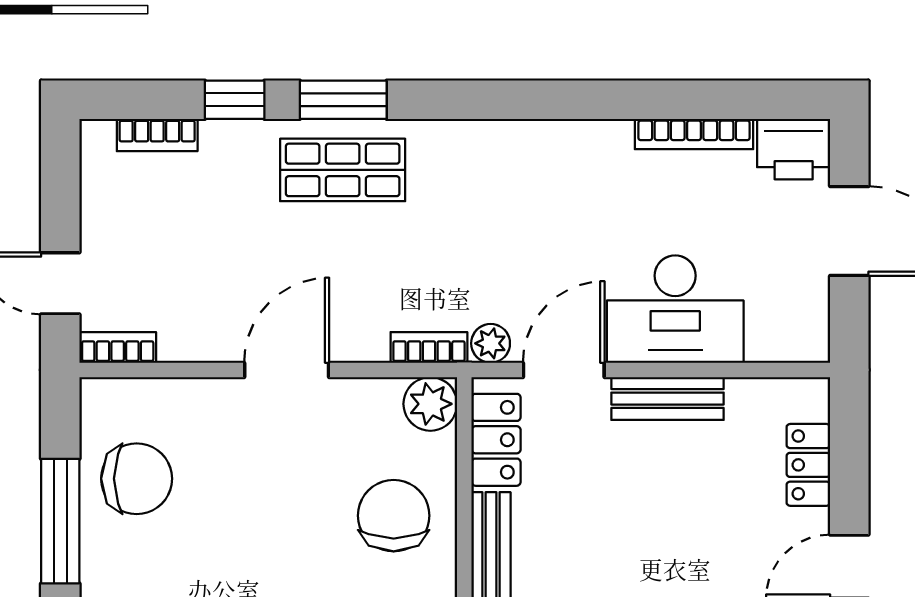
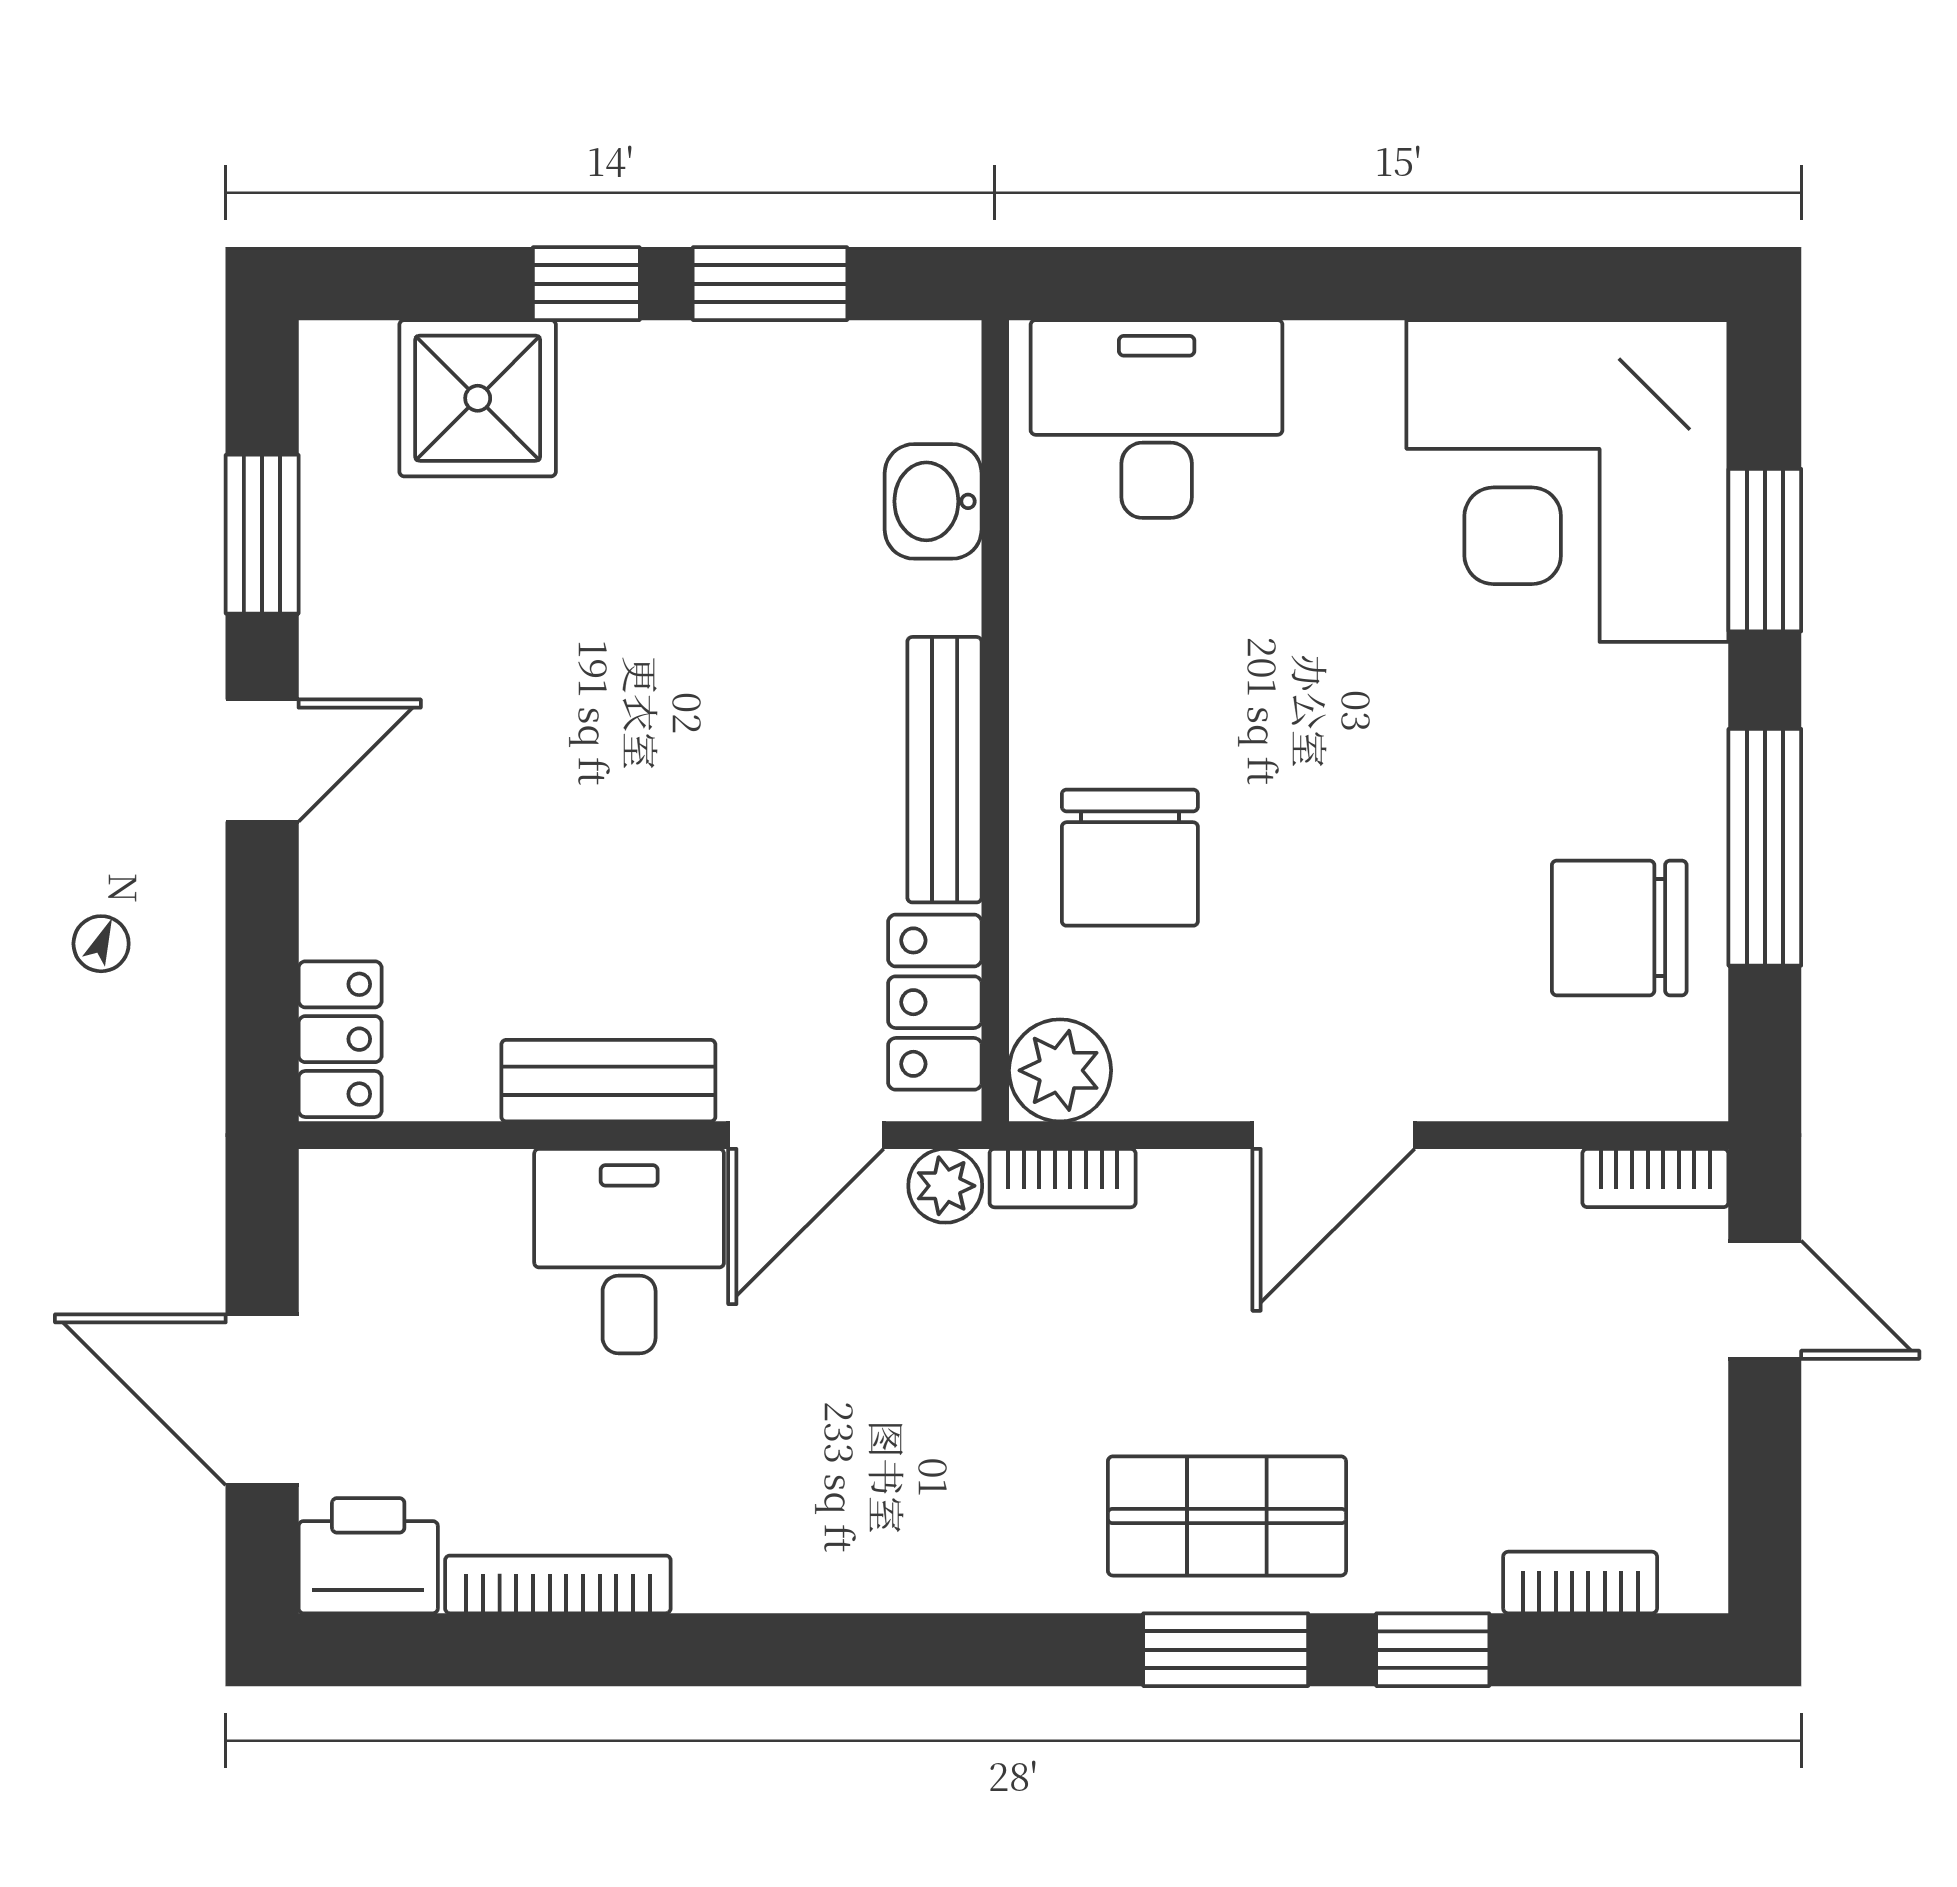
desk: (675, 309) -> (629, 1251), width x0.73
locker: (808, 465) -> (340, 1039), moved

